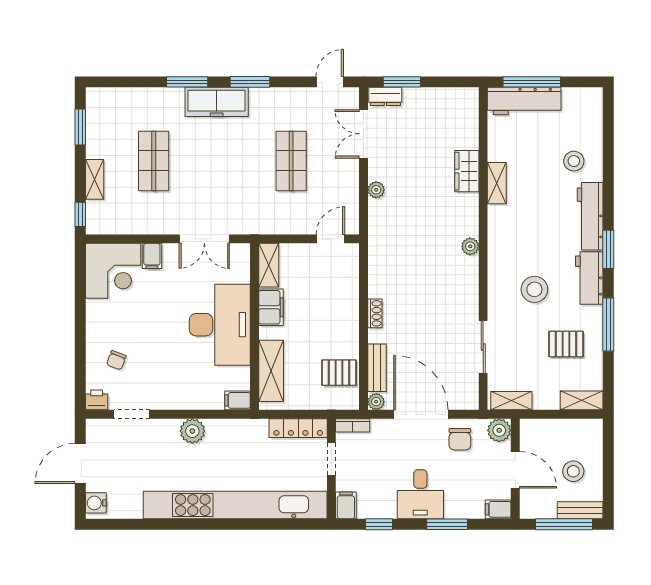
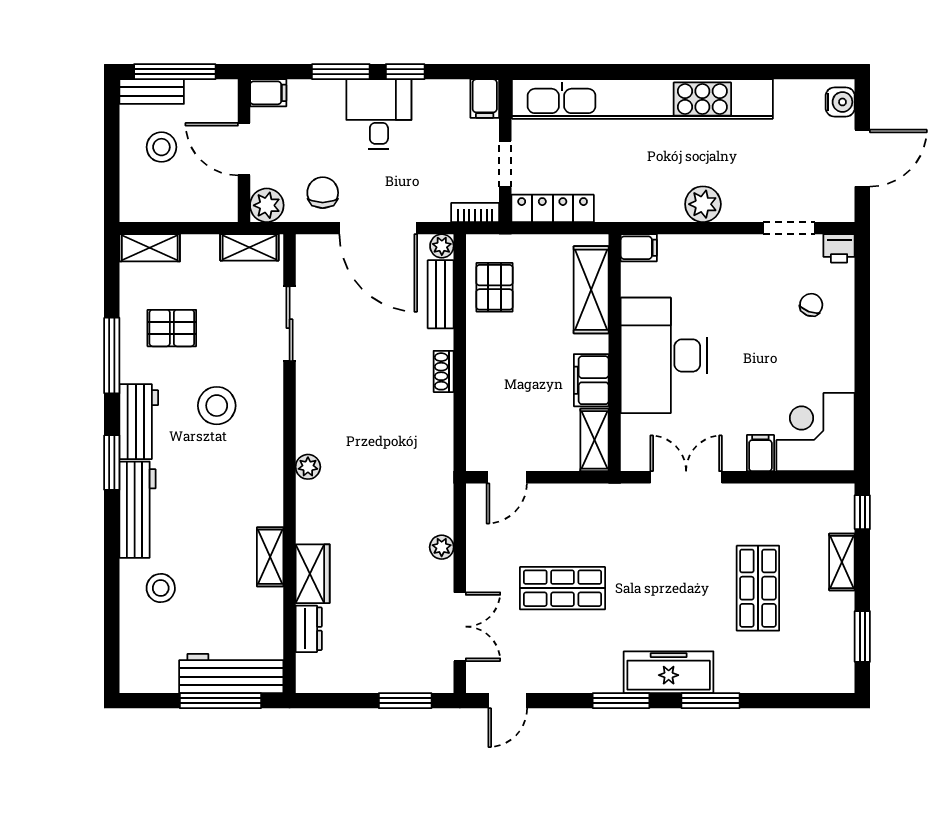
dresser: (385, 96) -> (309, 629), moved, turned 90
shop shelf: (291, 161) -> (563, 588), turned 90
pallet: (339, 373) -> (495, 287), turned 90
window: (379, 524) -> (405, 72), moved

